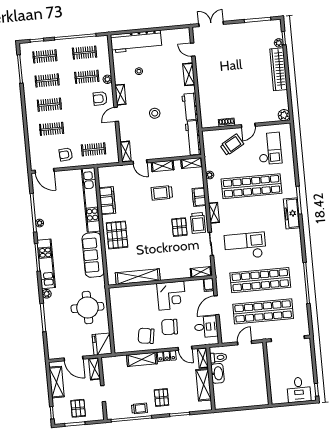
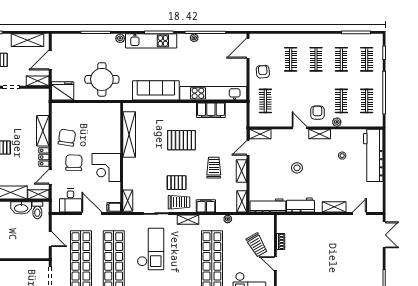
trolley: (198, 223) -> (179, 202), turned 180
pallet: (117, 235) -> (181, 140), moved

